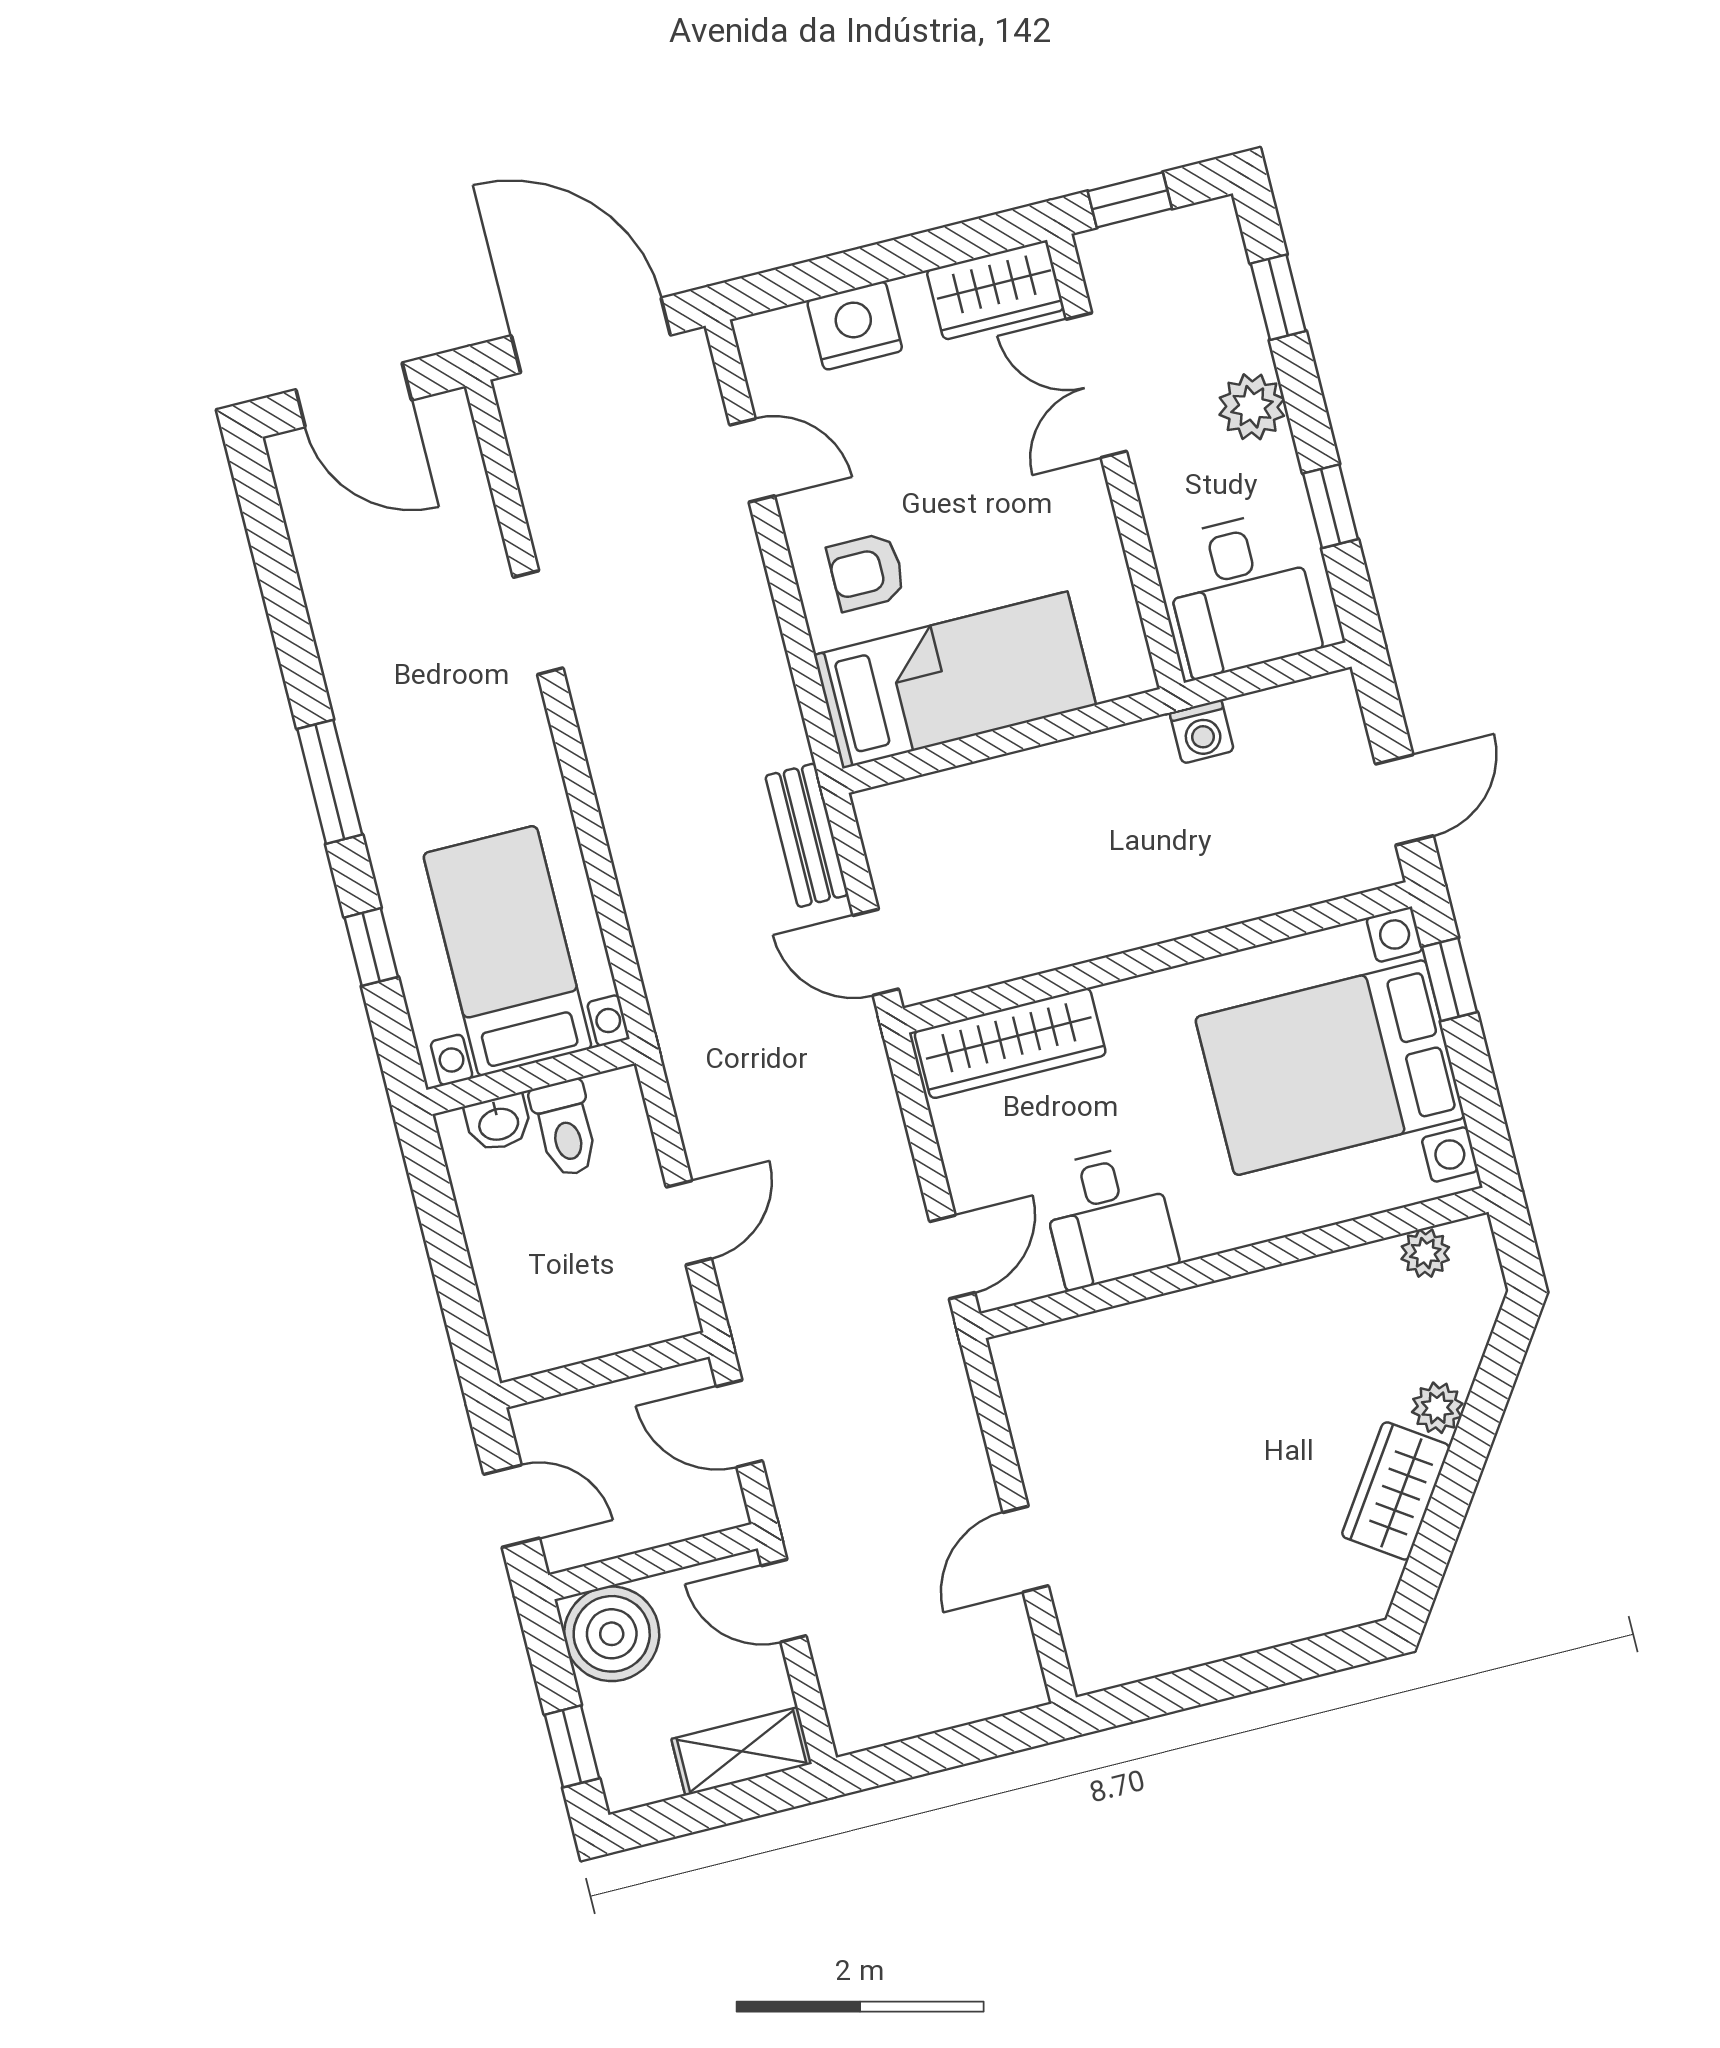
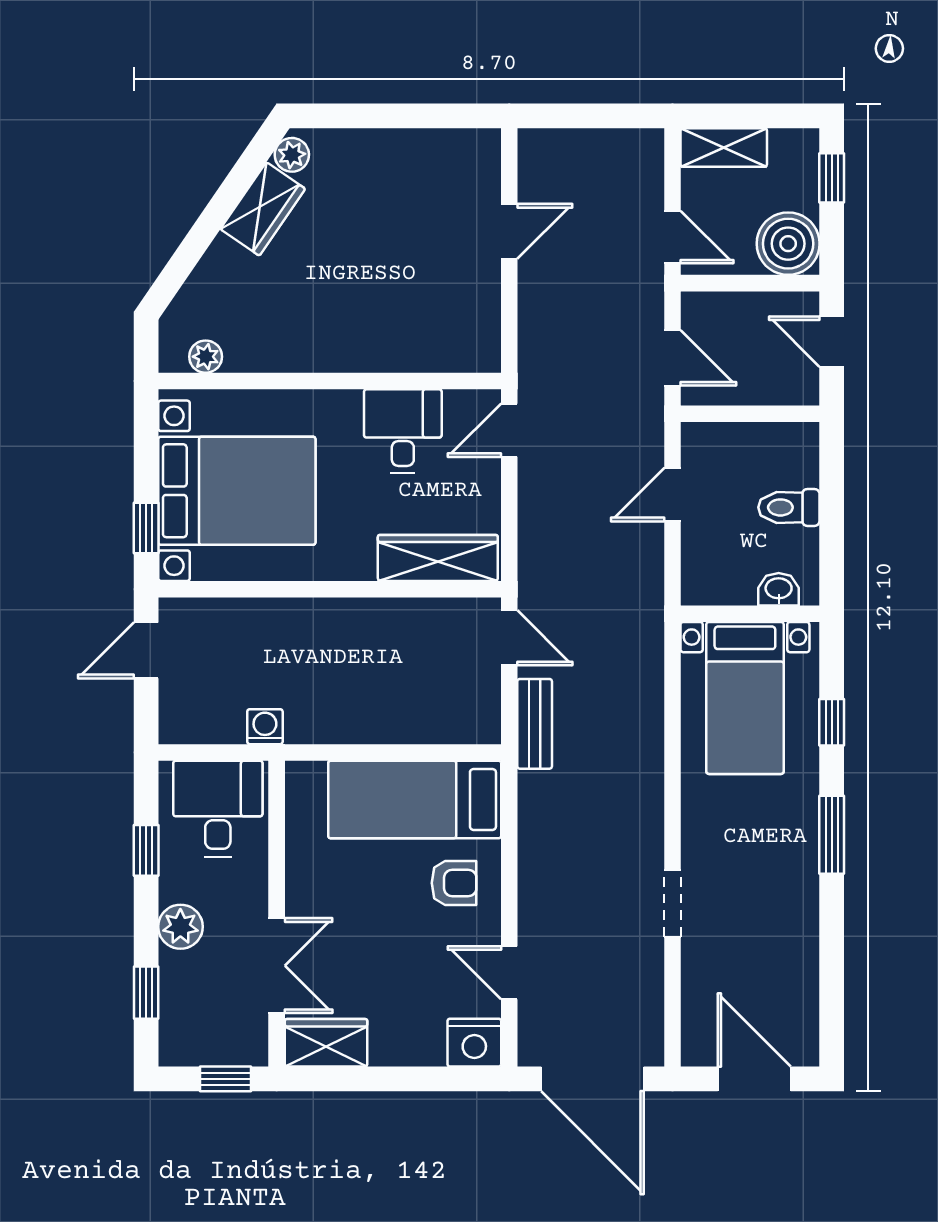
nightstand: (855, 326) -> (474, 1043), moved
toilet: (565, 1128) -> (789, 507), moved, turned -90
plant: (1437, 1408) -> (292, 155), moved

